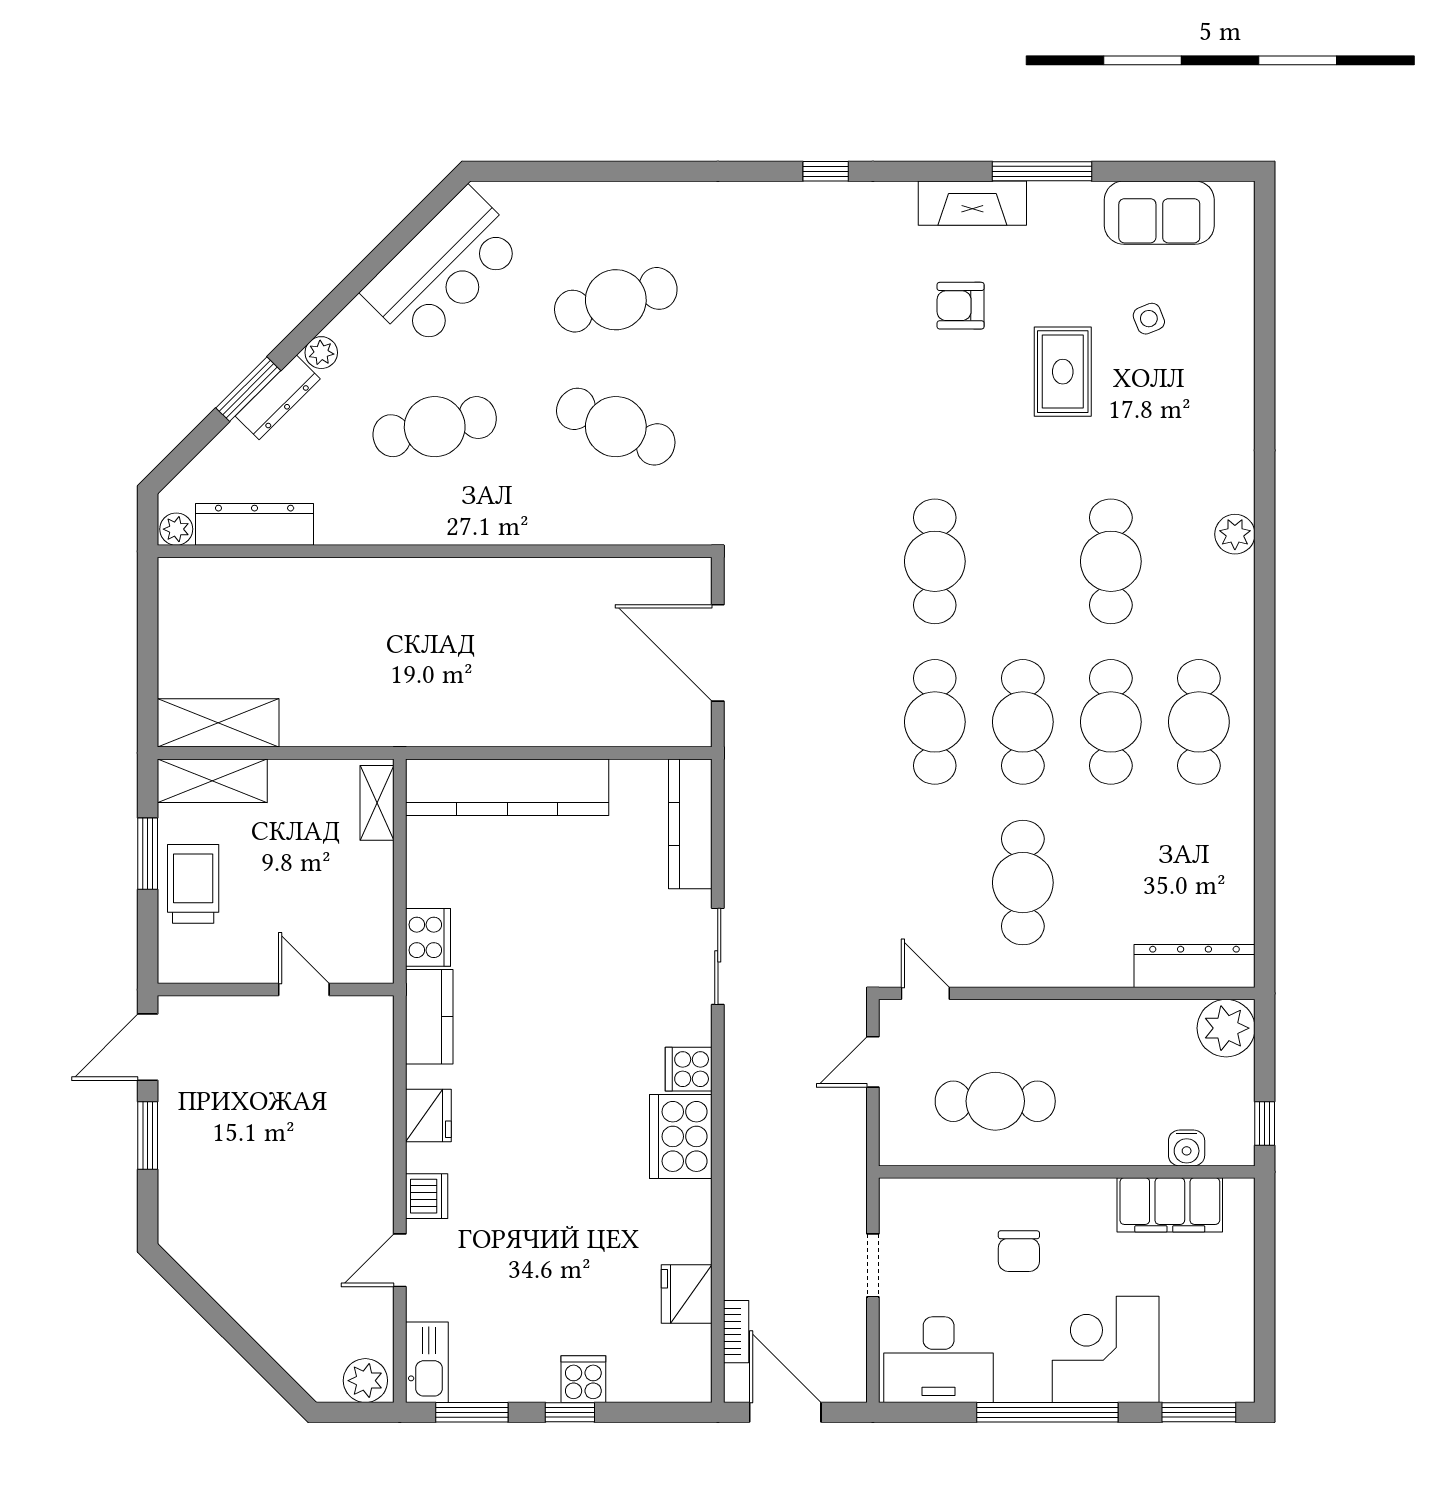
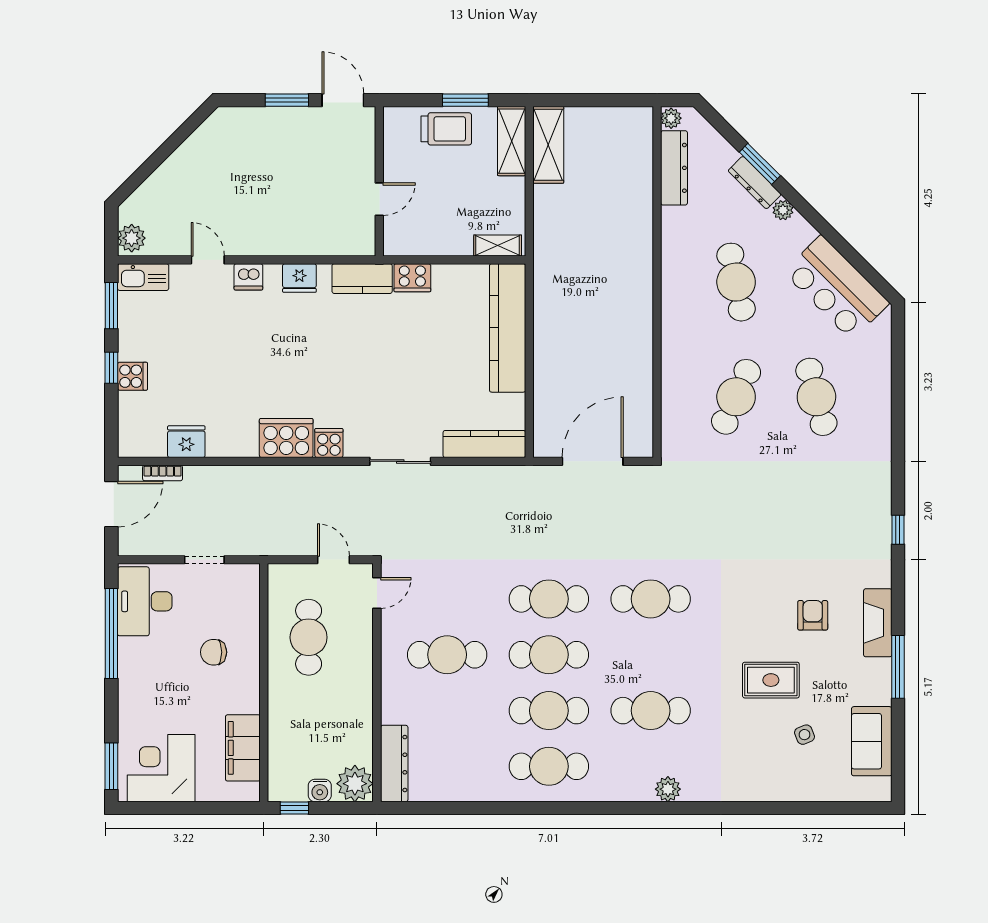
water cooler: (1187, 1148) -> (320, 790), moved, turned -90
corner desk: (1106, 1349) -> (161, 768), moved, turned -90
window: (1047, 1412) -> (111, 634), moved

